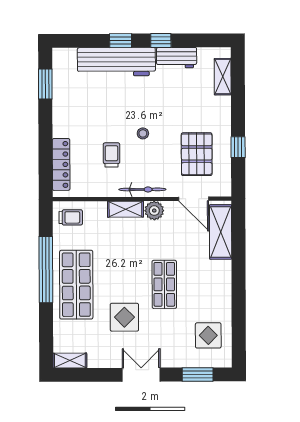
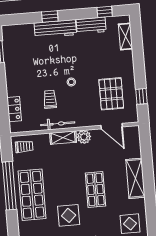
window: (161, 40) -> (105, 12), moved
workbench: (116, 62) -> (55, 29), width x0.73, depth x0.76
window: (238, 147) -> (141, 96), moved
locker: (61, 164) -> (14, 109), width x0.66
bicycle: (142, 189) -> (58, 124), moved
shelving: (221, 232) -> (135, 178), moved

